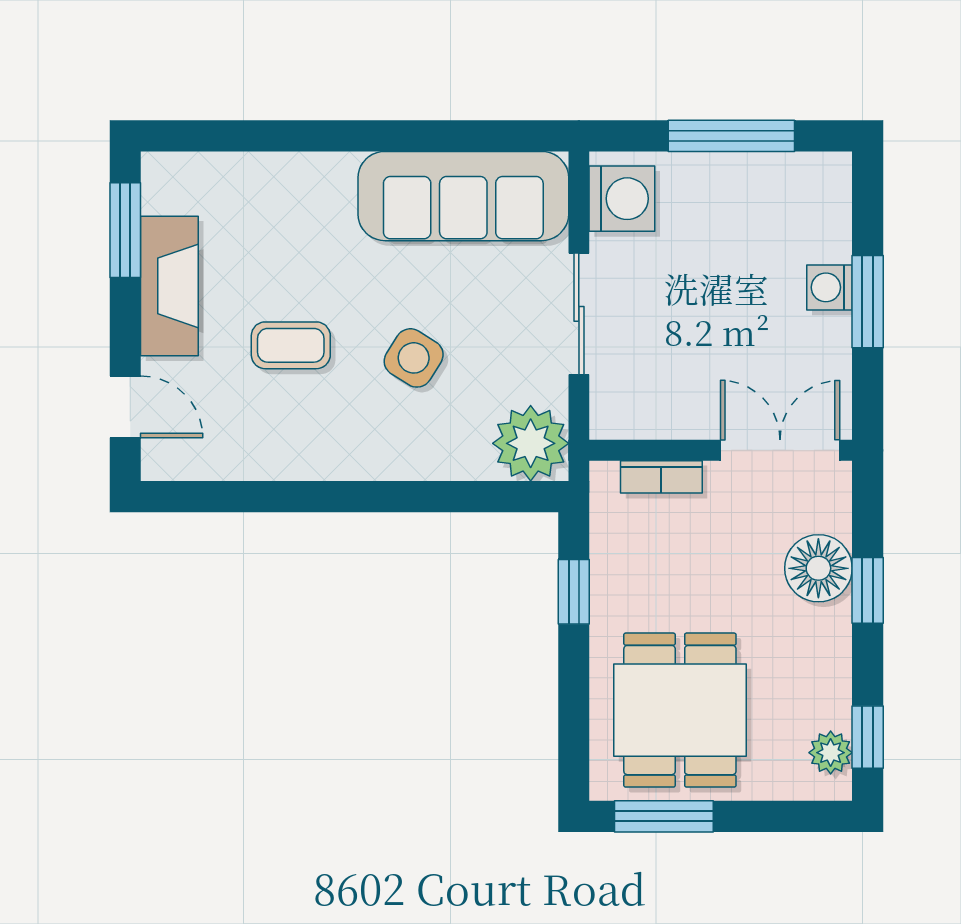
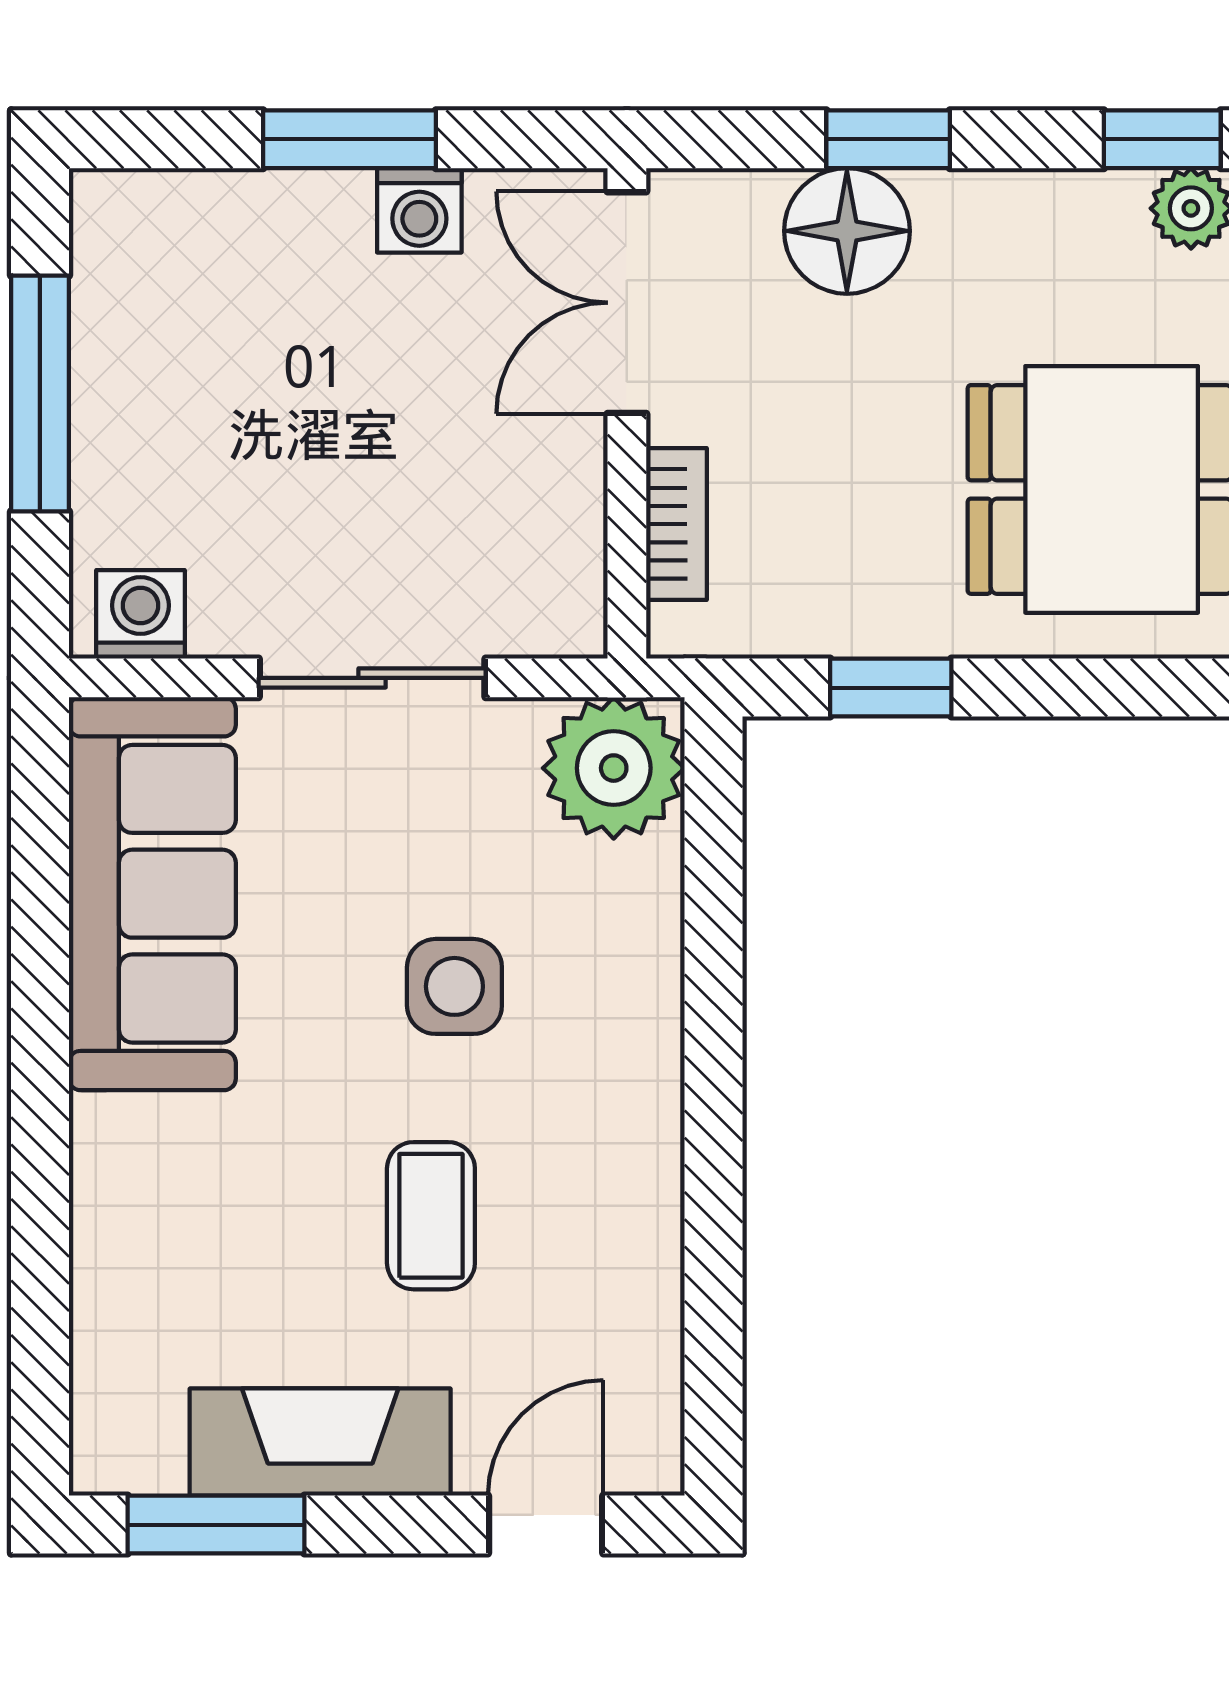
washing machine: (622, 199) -> (141, 614), width x0.73, depth x0.73
washing machine: (830, 287) -> (419, 210), moved
side table: (414, 358) -> (454, 986), turned -32

